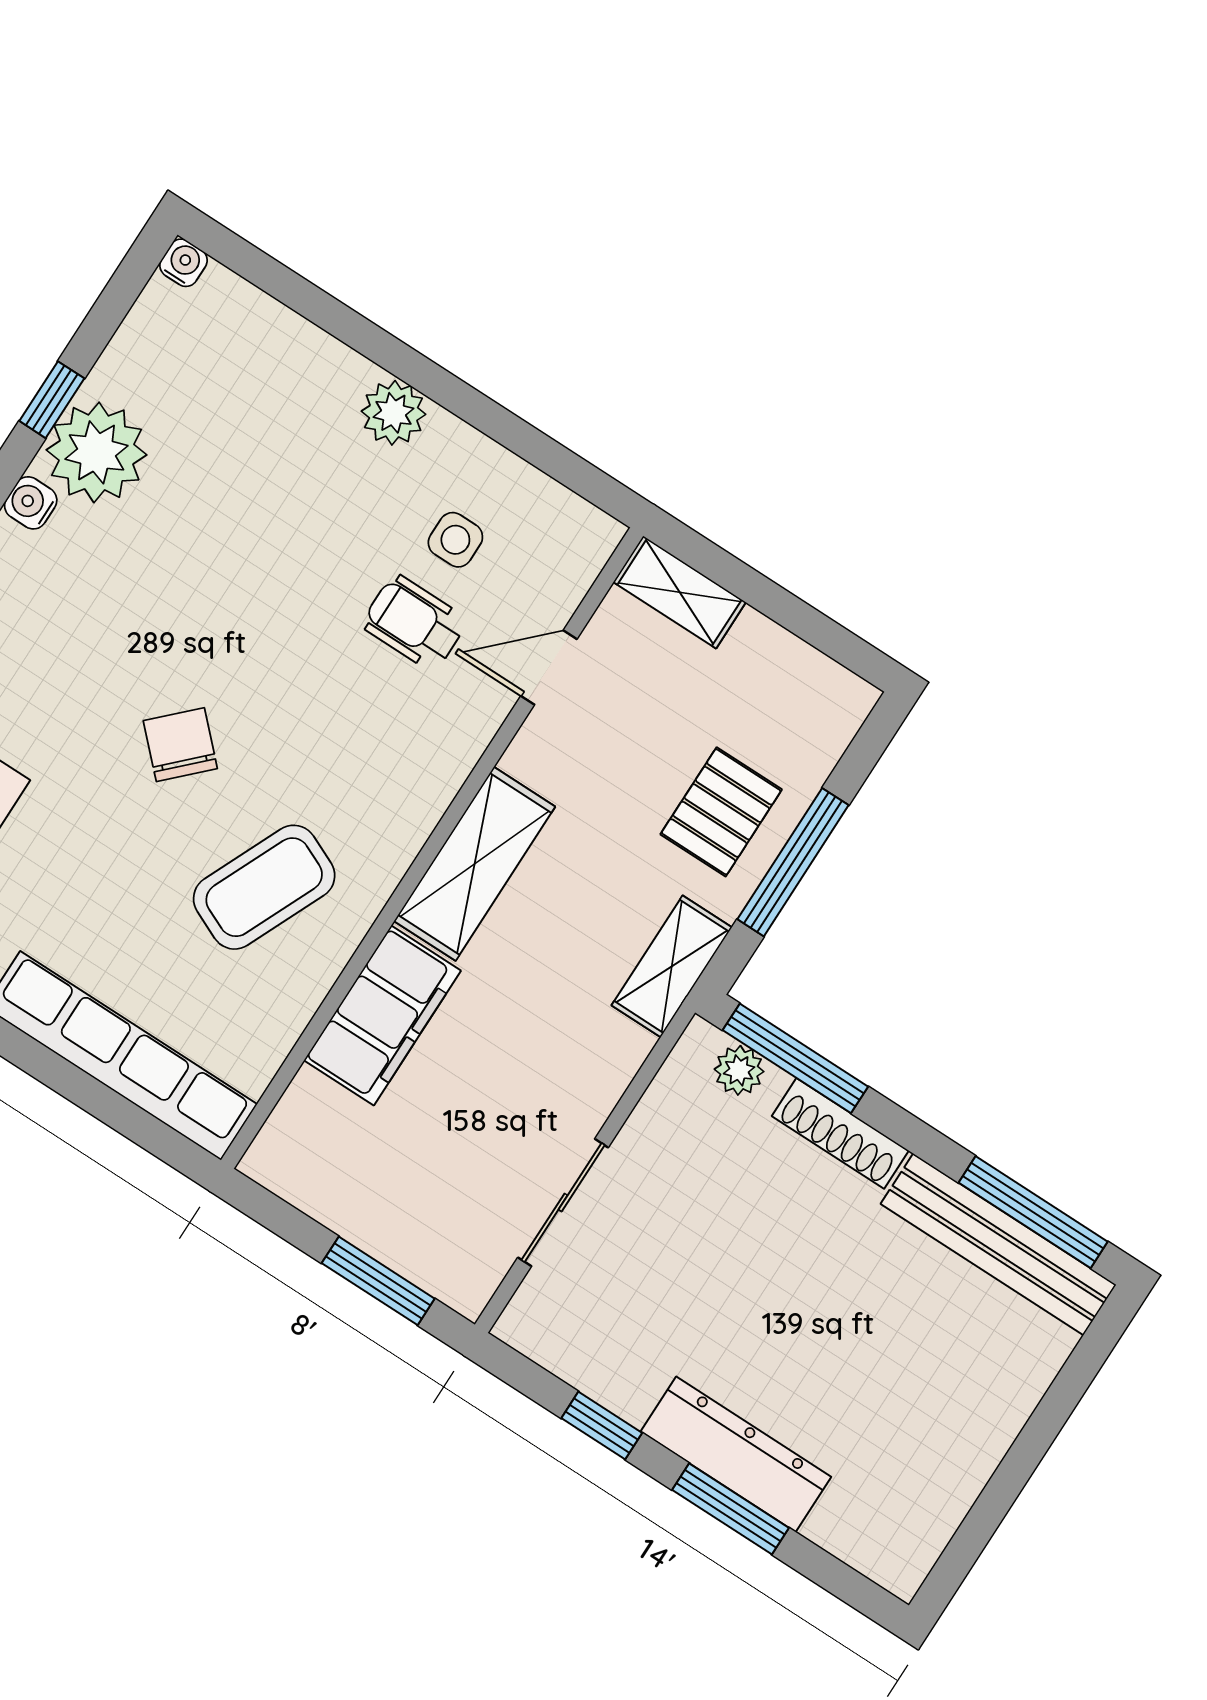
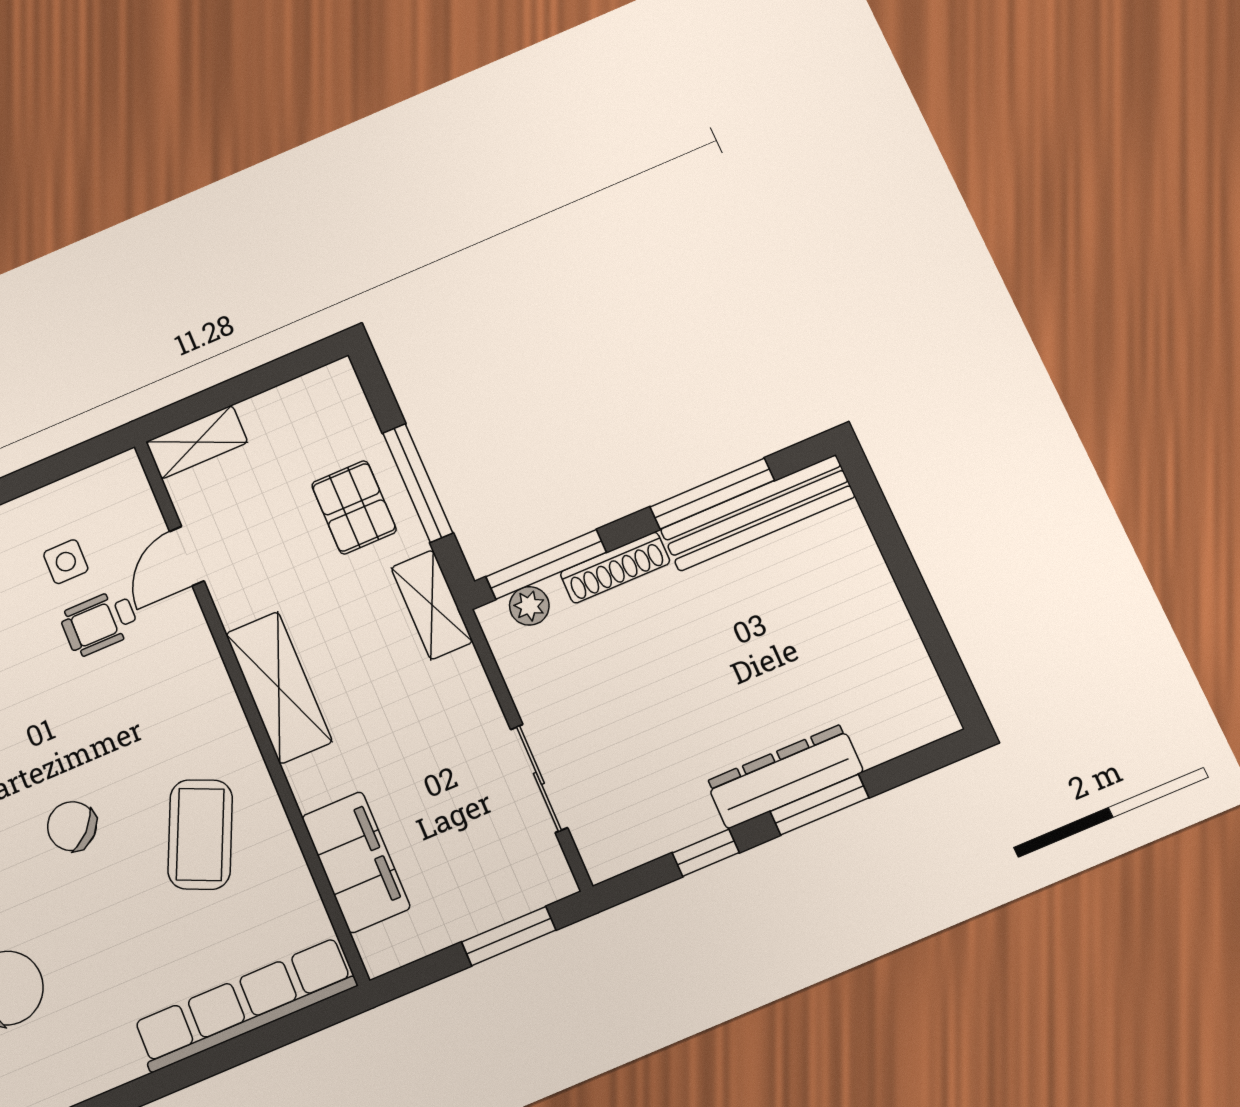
filing cabinet: (382, 1015) -> (356, 862), moved
window: (1033, 1212) -> (712, 494), moved

